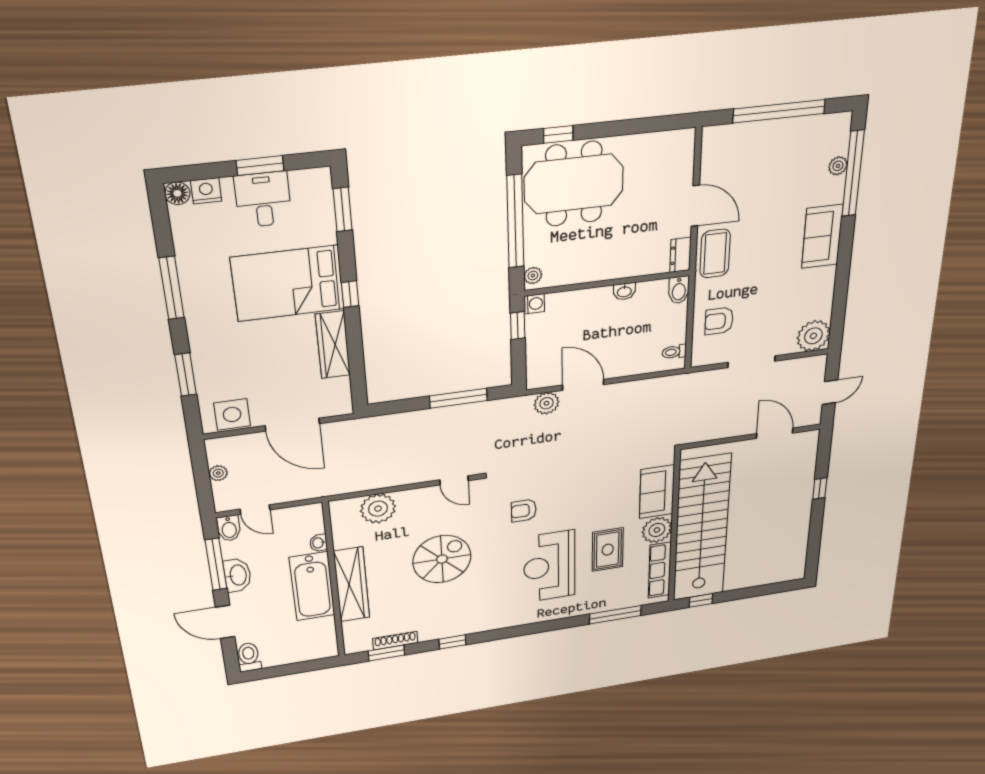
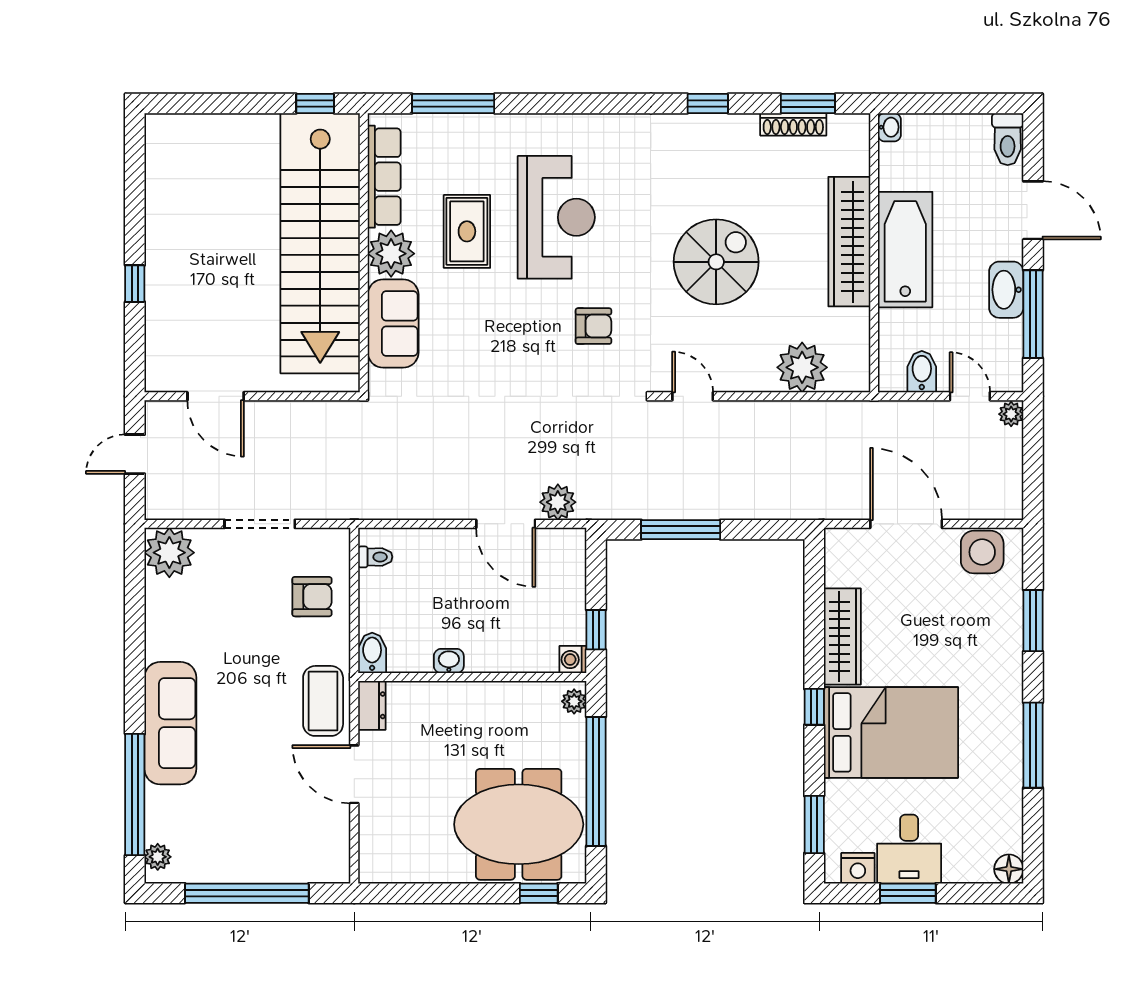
plant: (838, 166) -> (158, 857), moved
nightstand: (206, 191) -> (858, 868), moved
sofa: (822, 236) -> (170, 723), width x1.36
plant: (218, 473) -> (1011, 414), moved
bidet: (229, 528) -> (922, 372), moved
washbasin: (318, 543) -> (889, 127), moved
spiral stairs: (442, 559) -> (716, 262), turned 180

